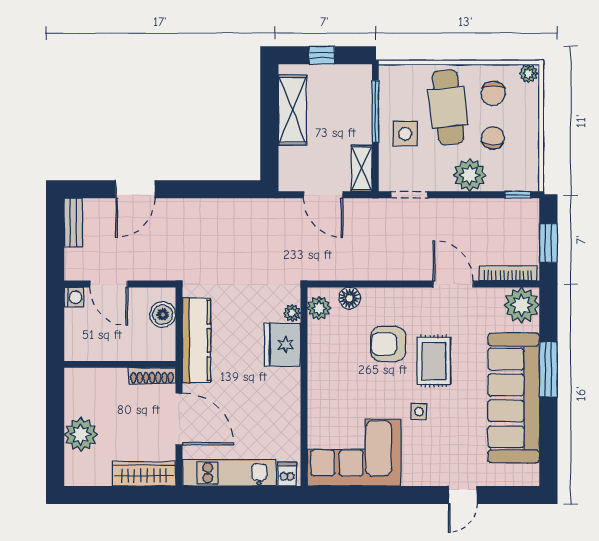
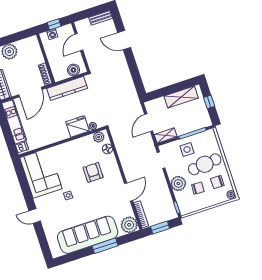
washing machine: (74, 297) -> (52, 34), moved
window: (55, 323) -> (54, 24), added
rug: (434, 361) -> (92, 195), removed
door: (463, 495) -> (35, 216), moved

